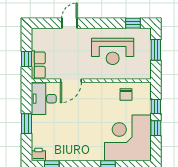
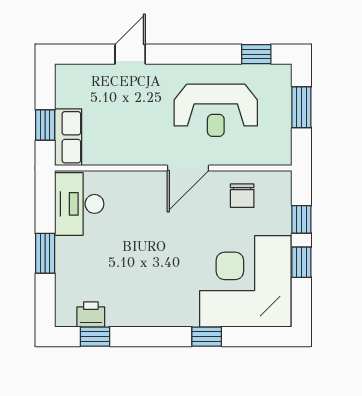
door: (71, 81) -> (188, 168), moved
printer: (38, 154) -> (91, 314), moved

